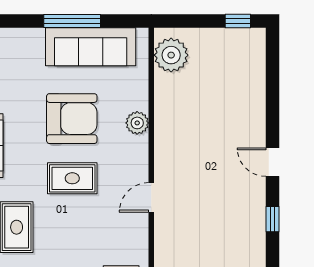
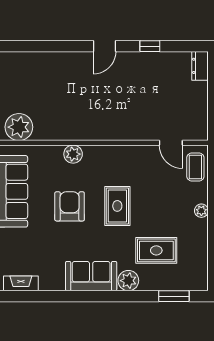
armchair: (72, 119) -> (70, 206), width x0.73, depth x0.73
door: (151, 197) -> (171, 143), moved

